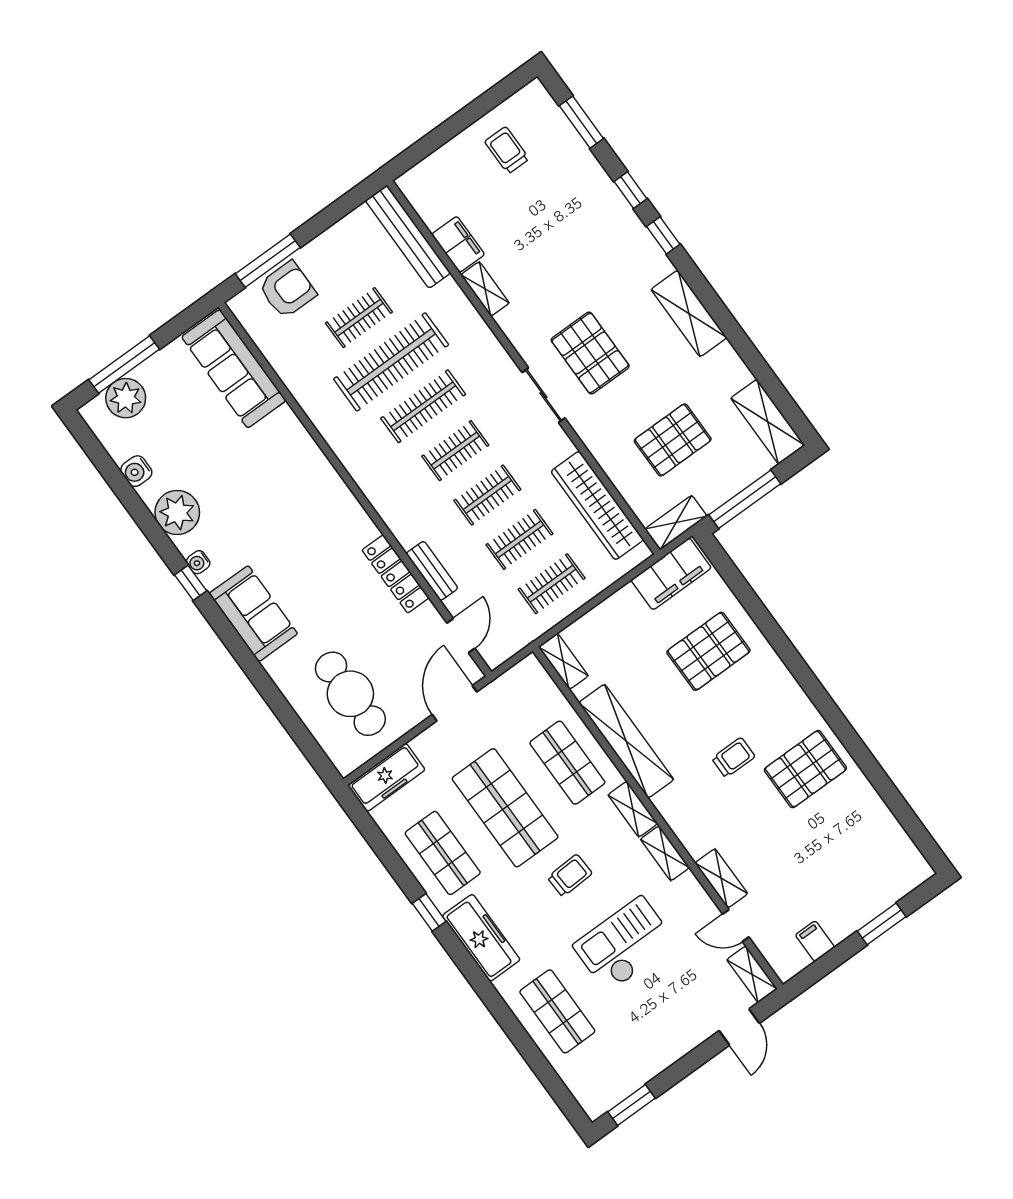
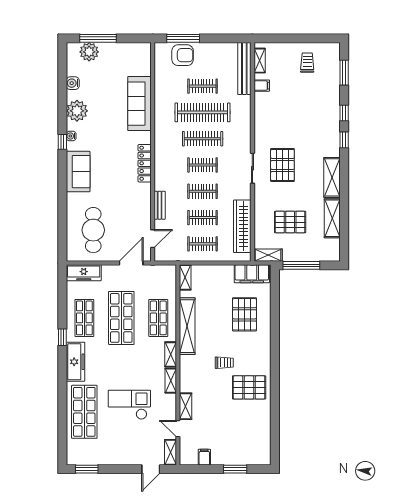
filing cabinet: (458, 244) -> (262, 86), width x0.50
shelving: (485, 289) -> (260, 61), moved
sofa: (234, 369) -> (139, 104), moved
shelving: (768, 422) -> (332, 218), moved
locker: (396, 574) -> (145, 163), moved
pallet: (708, 651) -> (244, 314), turned 90
trolley: (570, 875) -> (127, 362), removed
shop shelf: (557, 1011) -> (84, 412), width x1.43, depth x1.36

